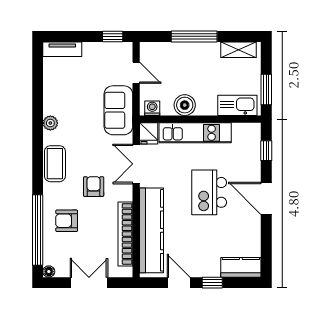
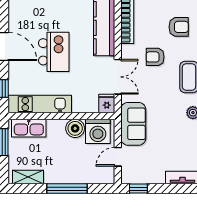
door: (136, 73) -> (118, 157), hinge flipped
washing machine: (152, 108) -> (98, 131), width x1.89, depth x1.89
kitchen unit: (195, 133) -> (40, 104), moved
armchair: (94, 187) -> (155, 57), turned 90

